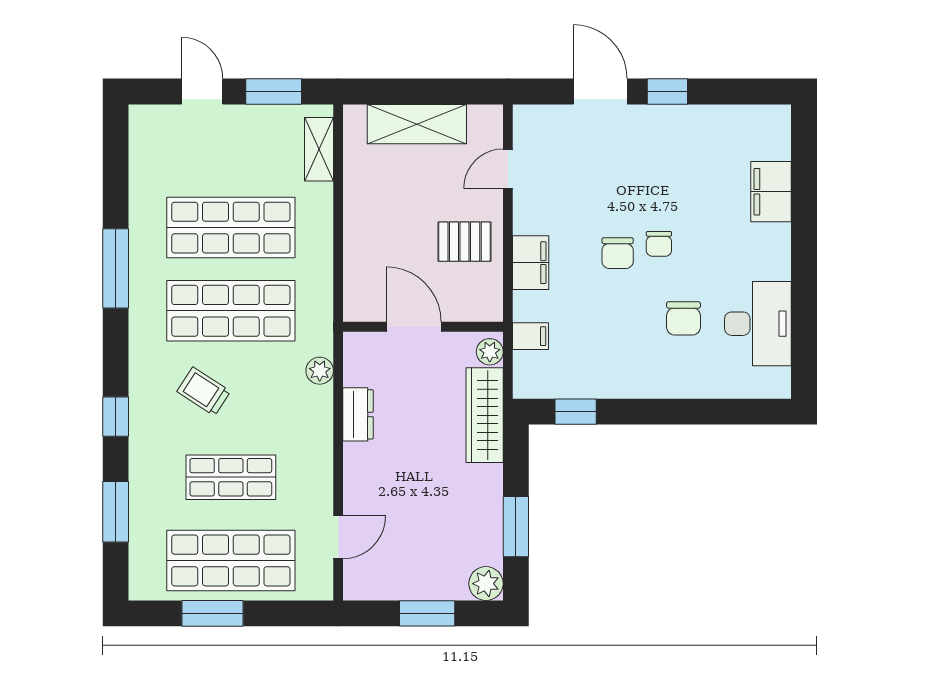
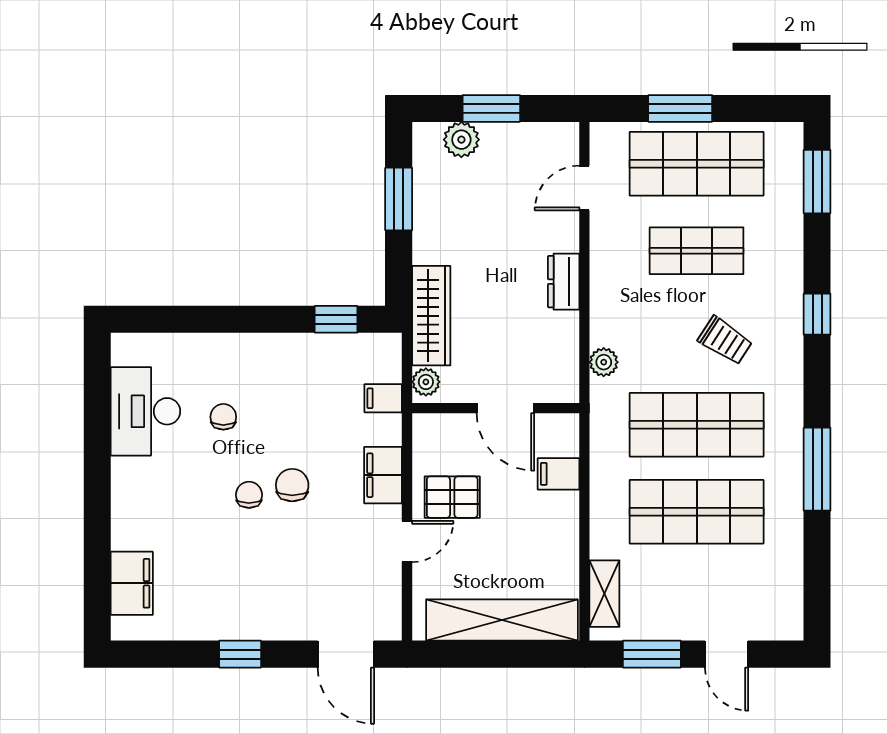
door: (600, 91) -> (346, 654), moved
shelving: (417, 124) -> (502, 620), width x1.47
door: (508, 169) -> (407, 541), moved
filing cabinet: (771, 192) -> (132, 583), moved
filing cabinet: (363, 264) -> (558, 474), added
chair: (683, 318) -> (223, 417), width x0.73, depth x0.73
dresser: (358, 414) -> (564, 282), moved
window: (116, 512) -> (817, 182), moved
plant: (486, 584) -> (461, 140), moved
window: (212, 613) -> (680, 108), moved

